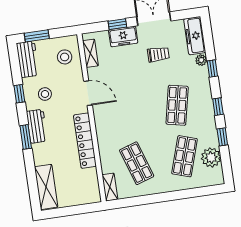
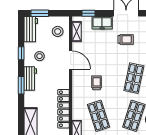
window: (117, 24) -> (89, 13), moved
trolley: (127, 119) -> (97, 83), added
locker: (85, 141) -> (64, 109), moved

